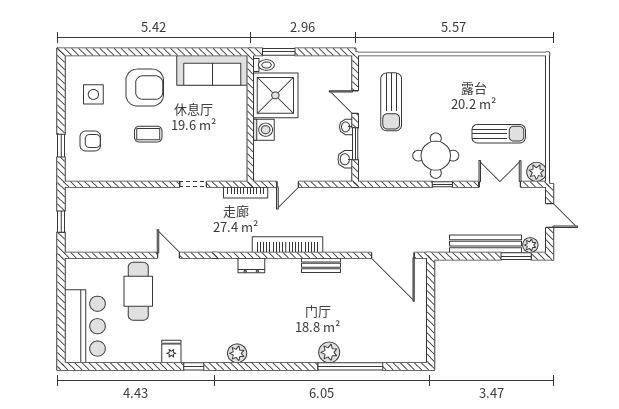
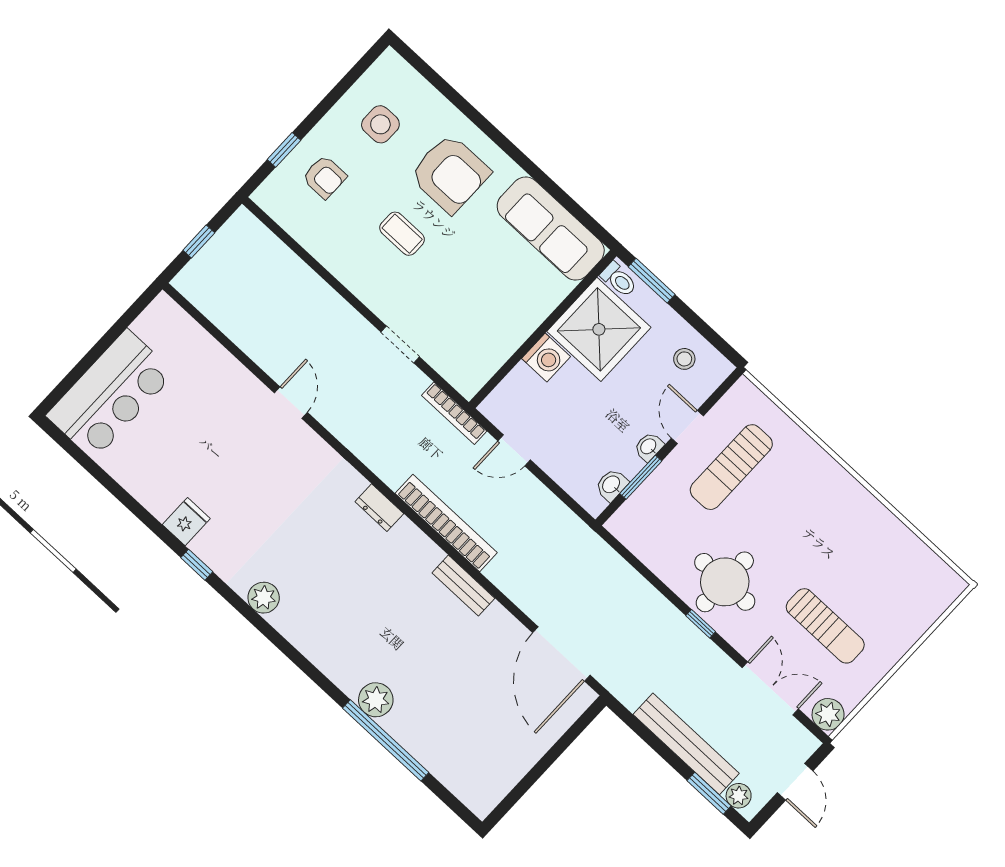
stool: (326, 73) -> (684, 359), added
cafe table: (138, 291) -> (214, 412), removed

